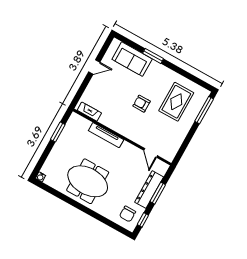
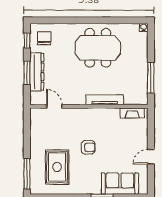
window: (58, 132) -> (151, 78), width x1.44

